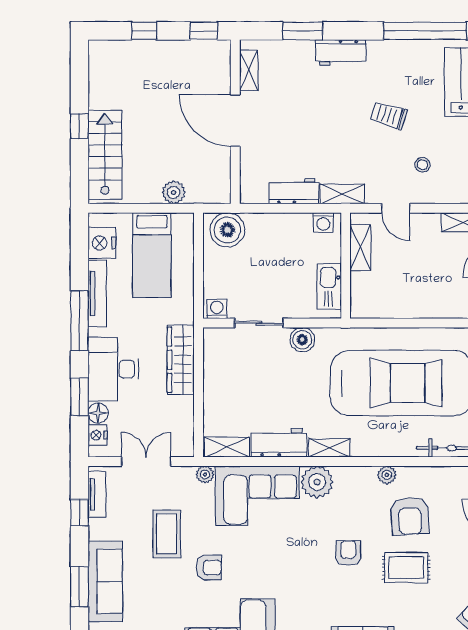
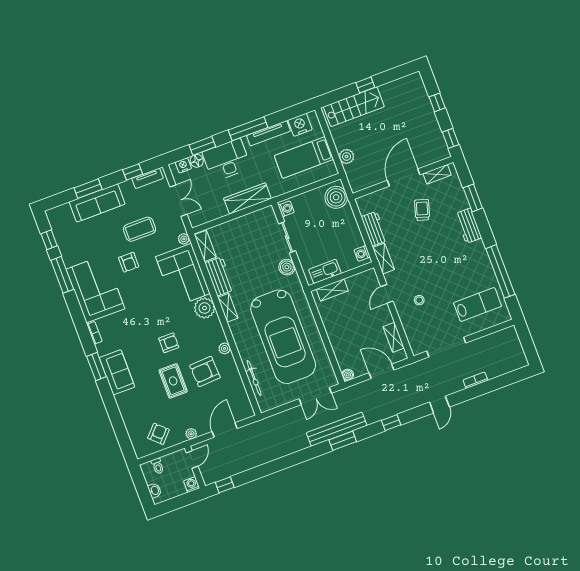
trolley: (389, 115) -> (422, 210), moved
shelving: (360, 247) -> (332, 290), moved

